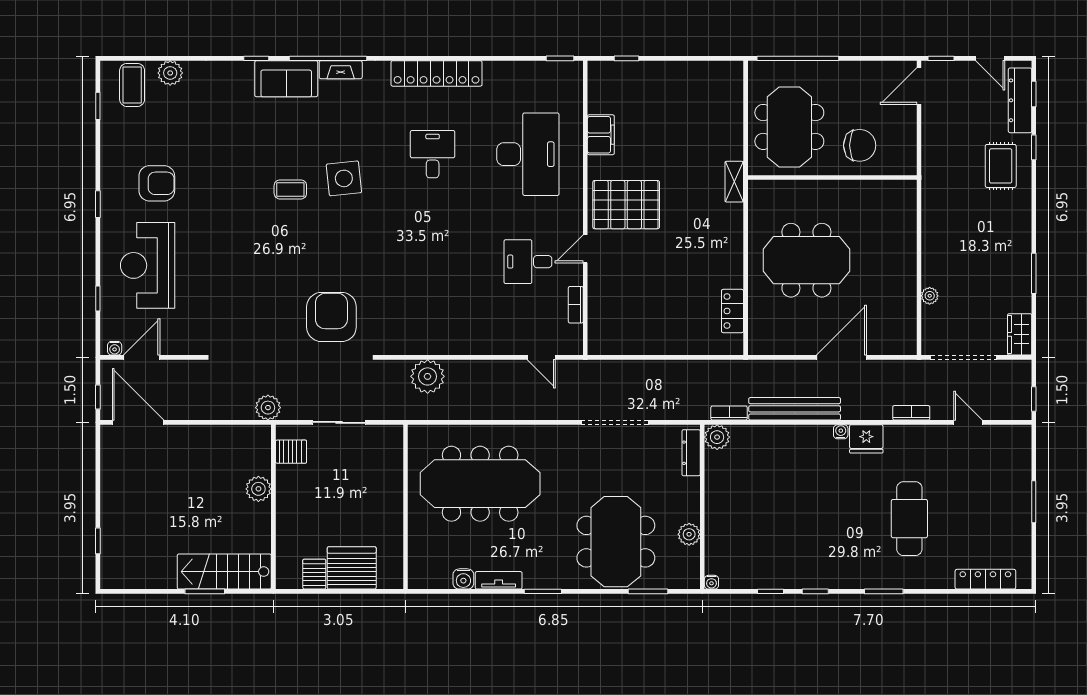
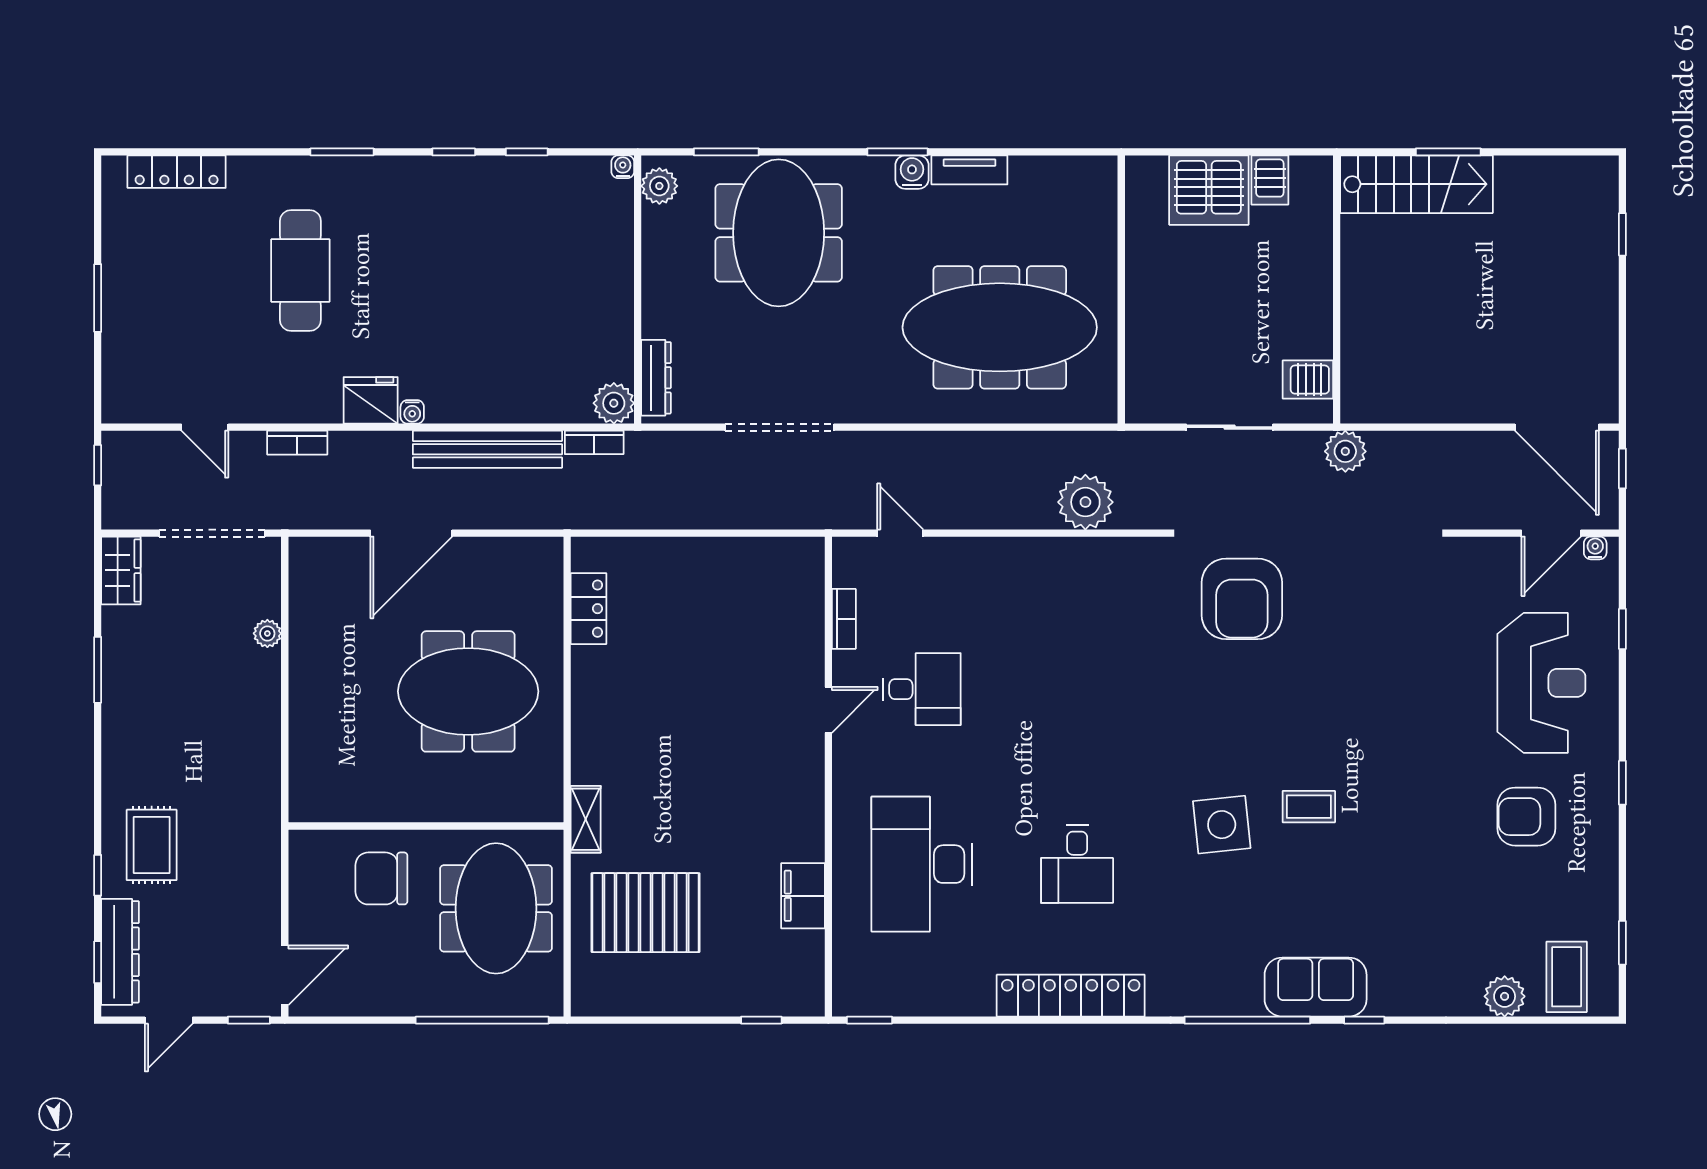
door: (990, 58) -> (169, 1020), swing flipped
fireplace: (341, 70) -> (1227, 1002), removed
pallet: (626, 205) -> (646, 913), moved
plant: (258, 489) -> (1361, 319), removed
plant: (689, 534) -> (659, 186), moved
water cooler: (463, 579) -> (912, 172), moved

